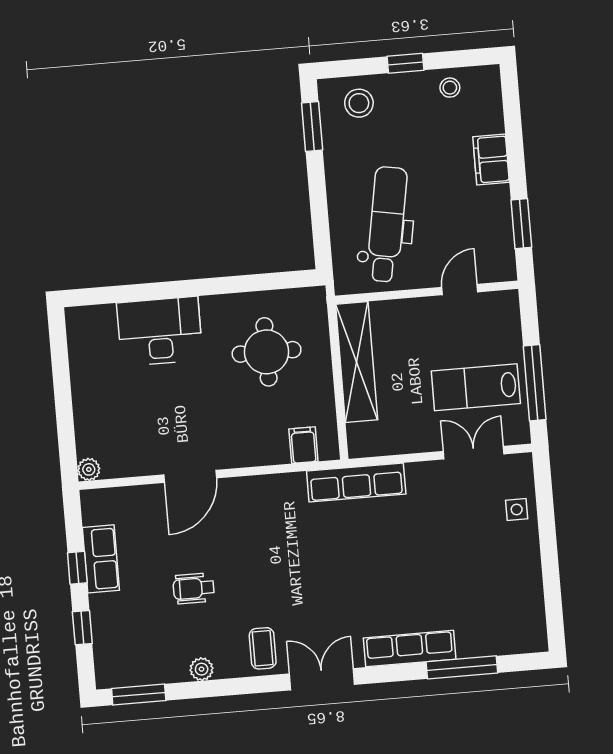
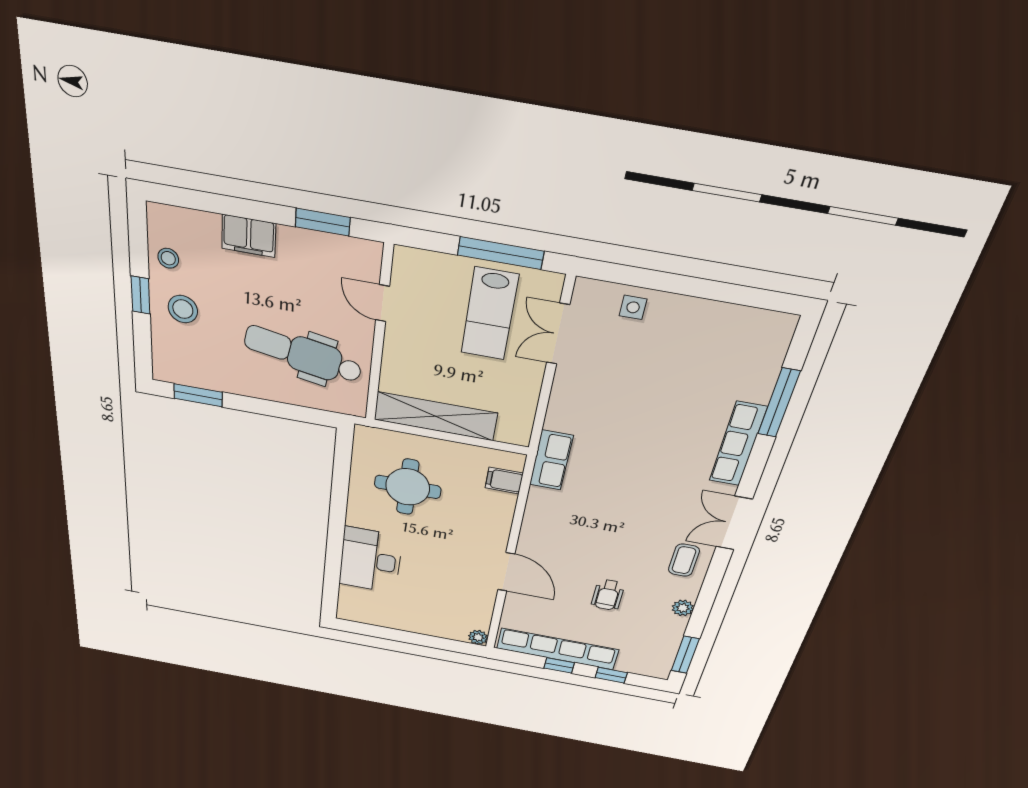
stool: (359, 103) -> (183, 309), moved
row of seats: (356, 482) -> (551, 460), width x0.68
row of seats: (101, 559) -> (557, 649), width x2.02
coffee table: (263, 648) -> (684, 560), turned 90

